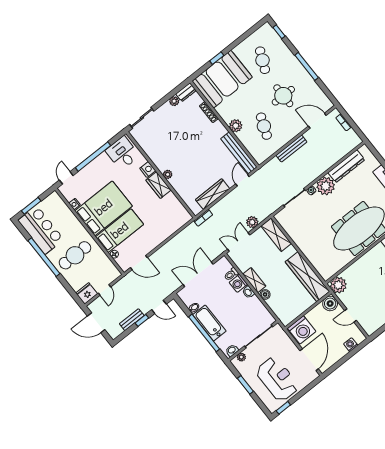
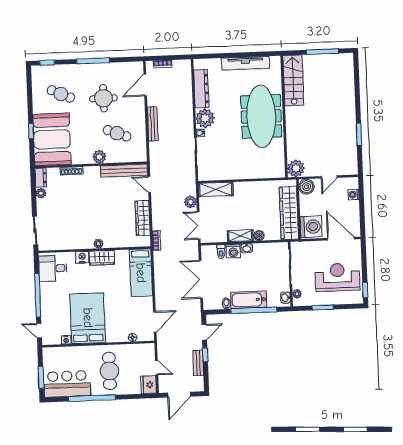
bed: (120, 231) -> (141, 273), moved, turned 180
wardrobe: (307, 277) -> (289, 213), moved, turned 90

